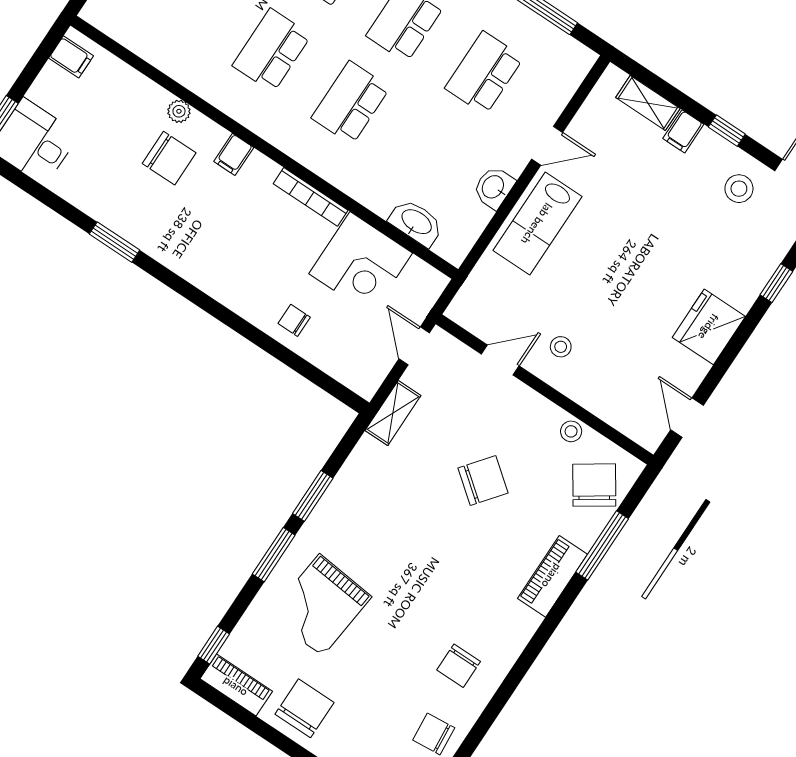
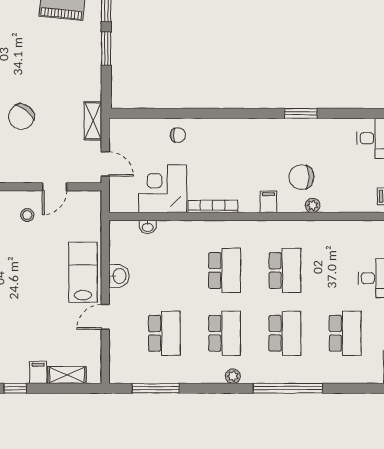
washbasin: (416, 222) -> (148, 227), width x0.52, depth x0.69

